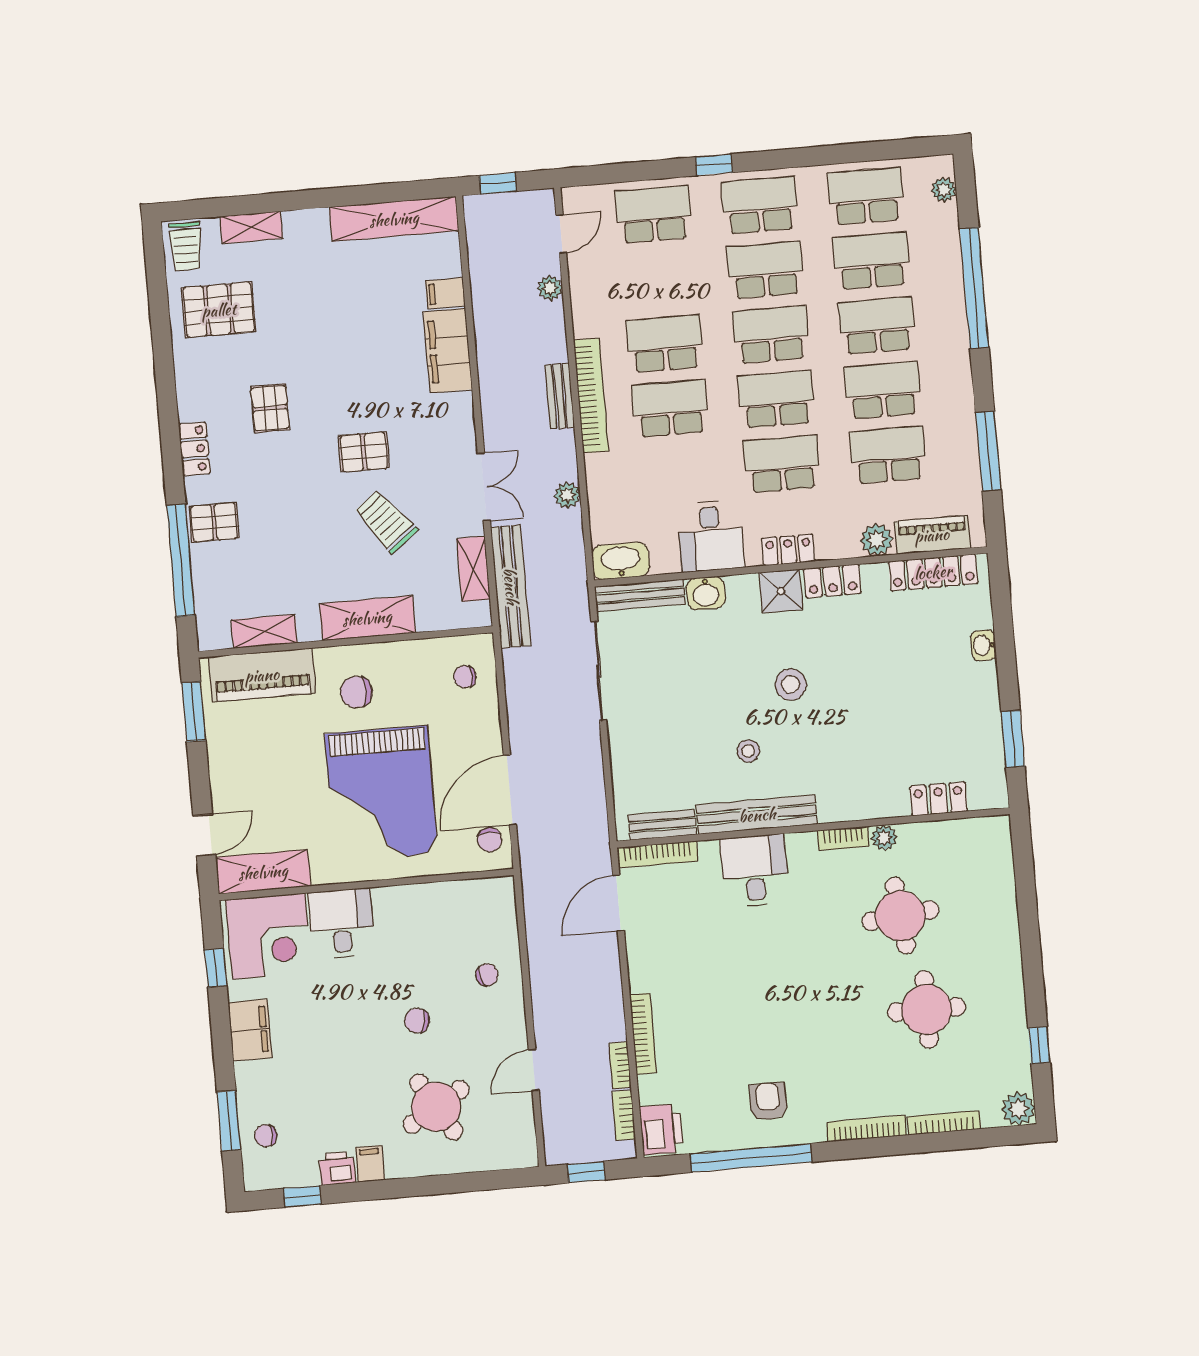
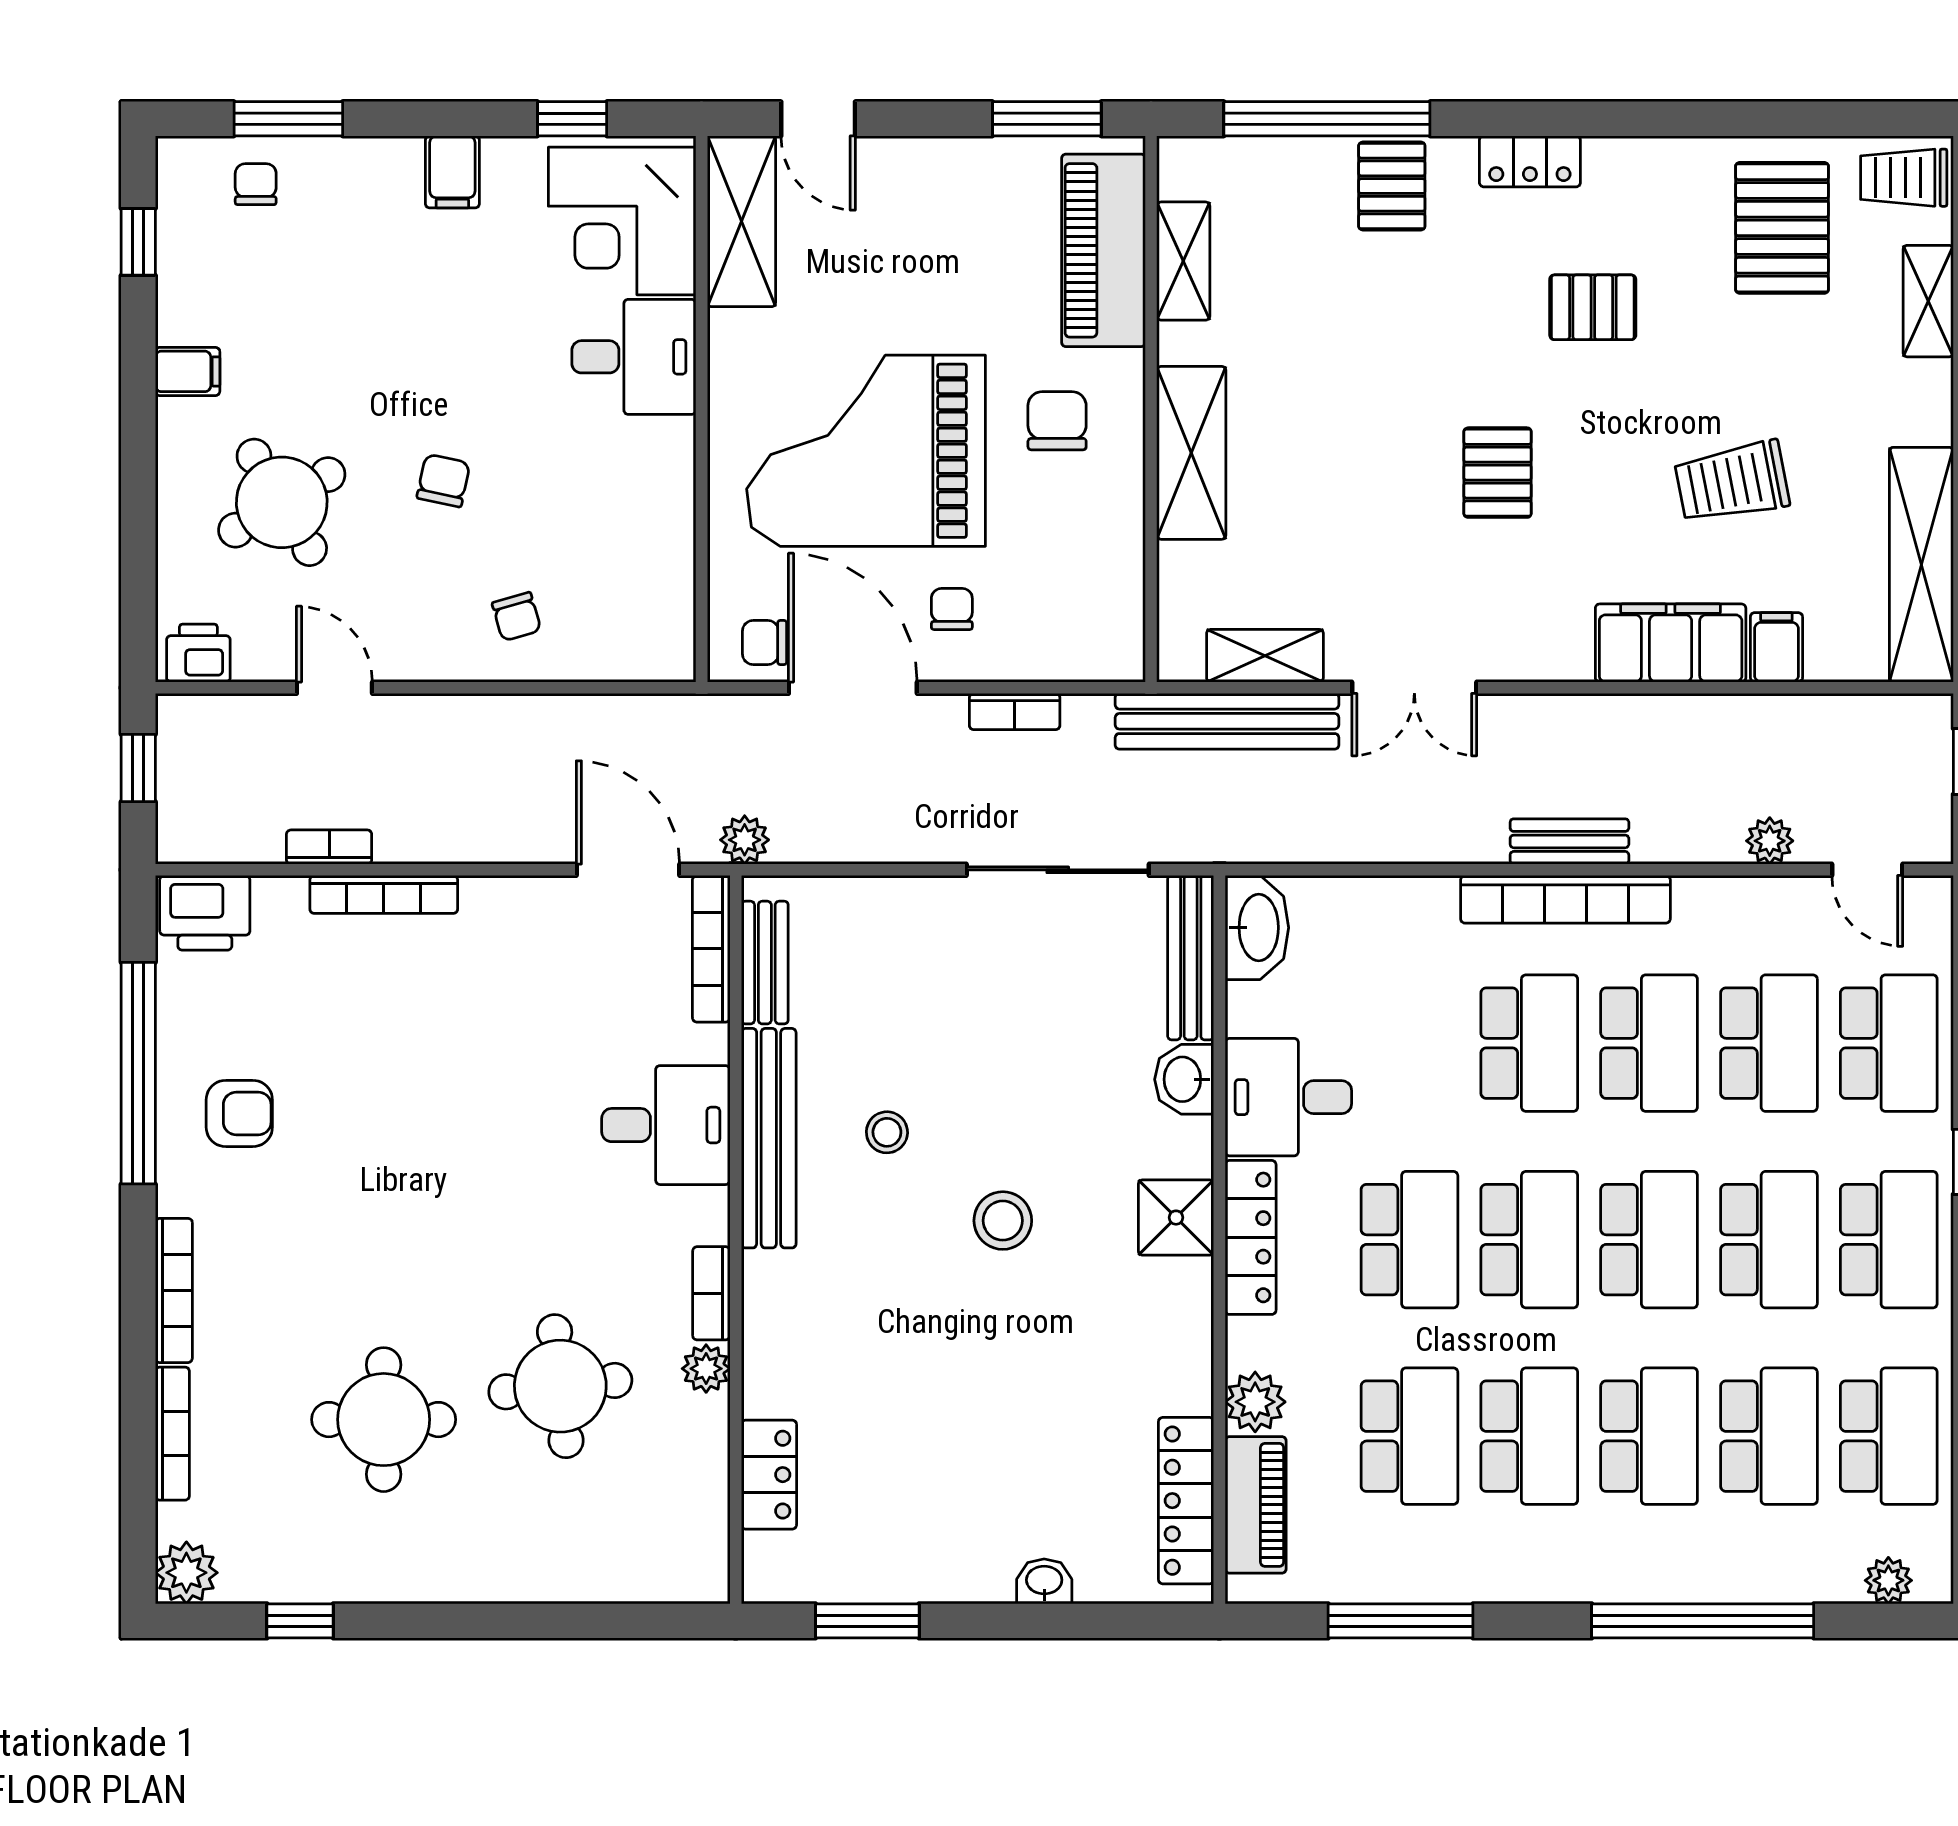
school desk: (659, 279) -> (1769, 1043), added
plant: (567, 495) -> (745, 840), moved
trolley: (386, 521) -> (1732, 482), moved, turned -153
locker: (788, 550) -> (1251, 1237), width x1.53
locker: (832, 581) -> (1186, 1314), removed
chair: (465, 677) -> (952, 609), moved
filing cabinet: (250, 1030) -> (452, 172), width x0.50
bookcase: (624, 1115) -> (1015, 712), moved, turned 180
printer: (337, 1168) -> (198, 653), moved, turned -90

